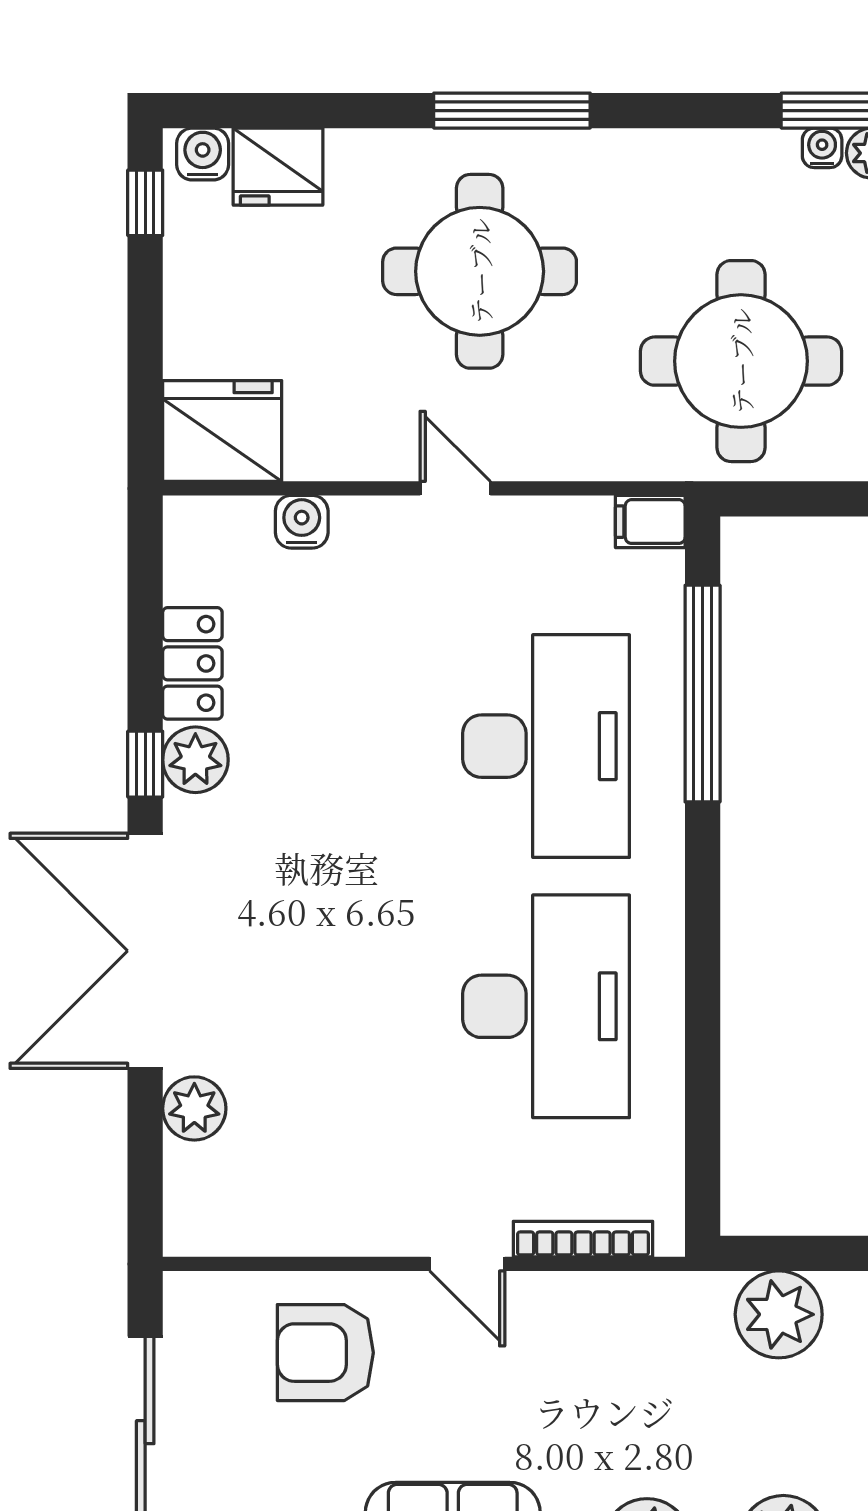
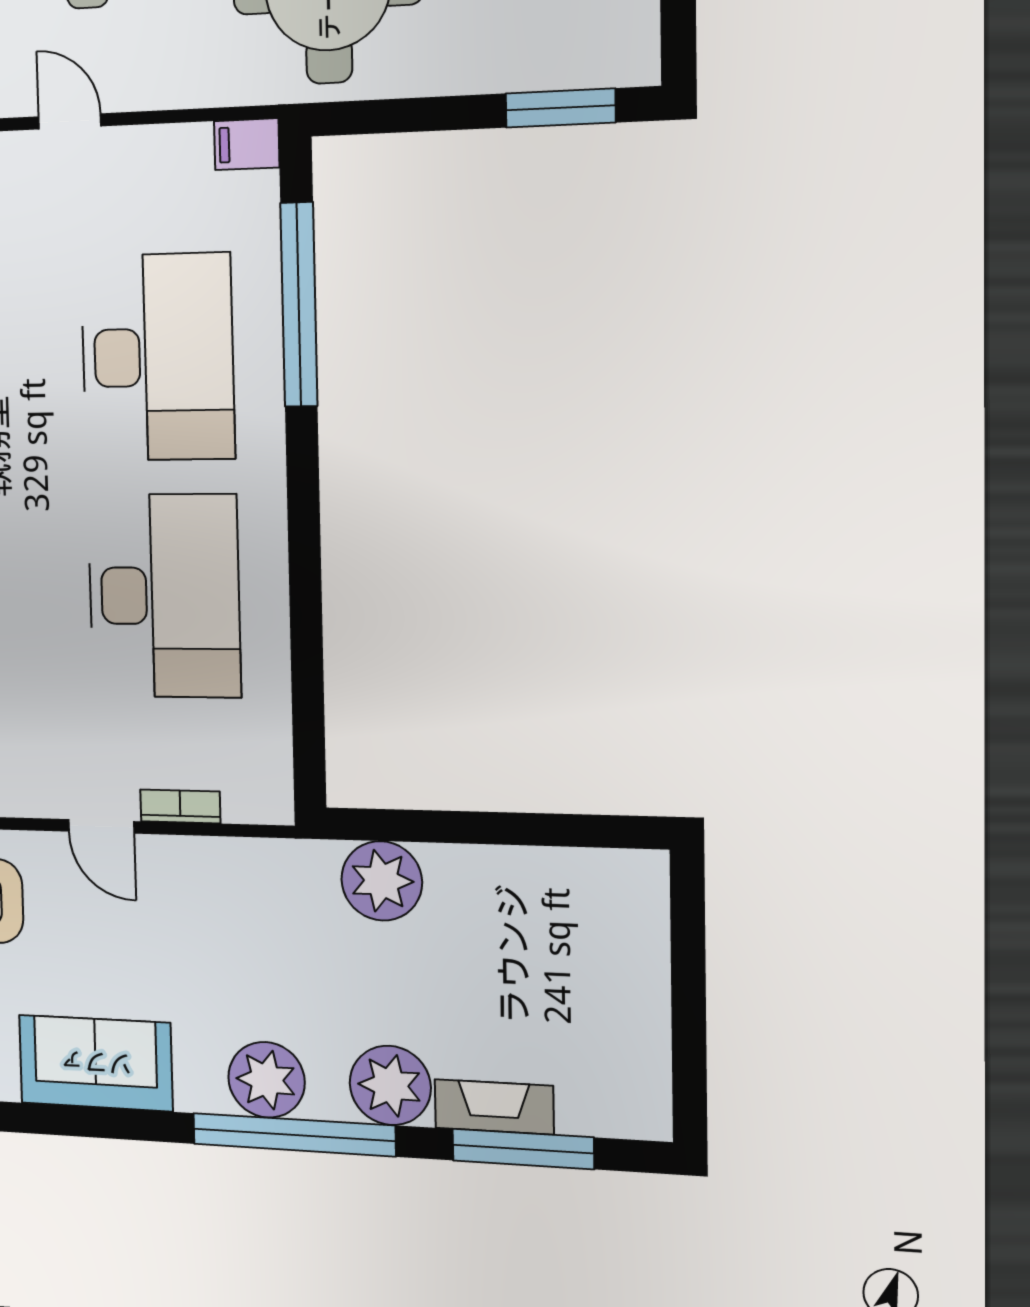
bookcase: (583, 1239) -> (180, 806), width x0.64

